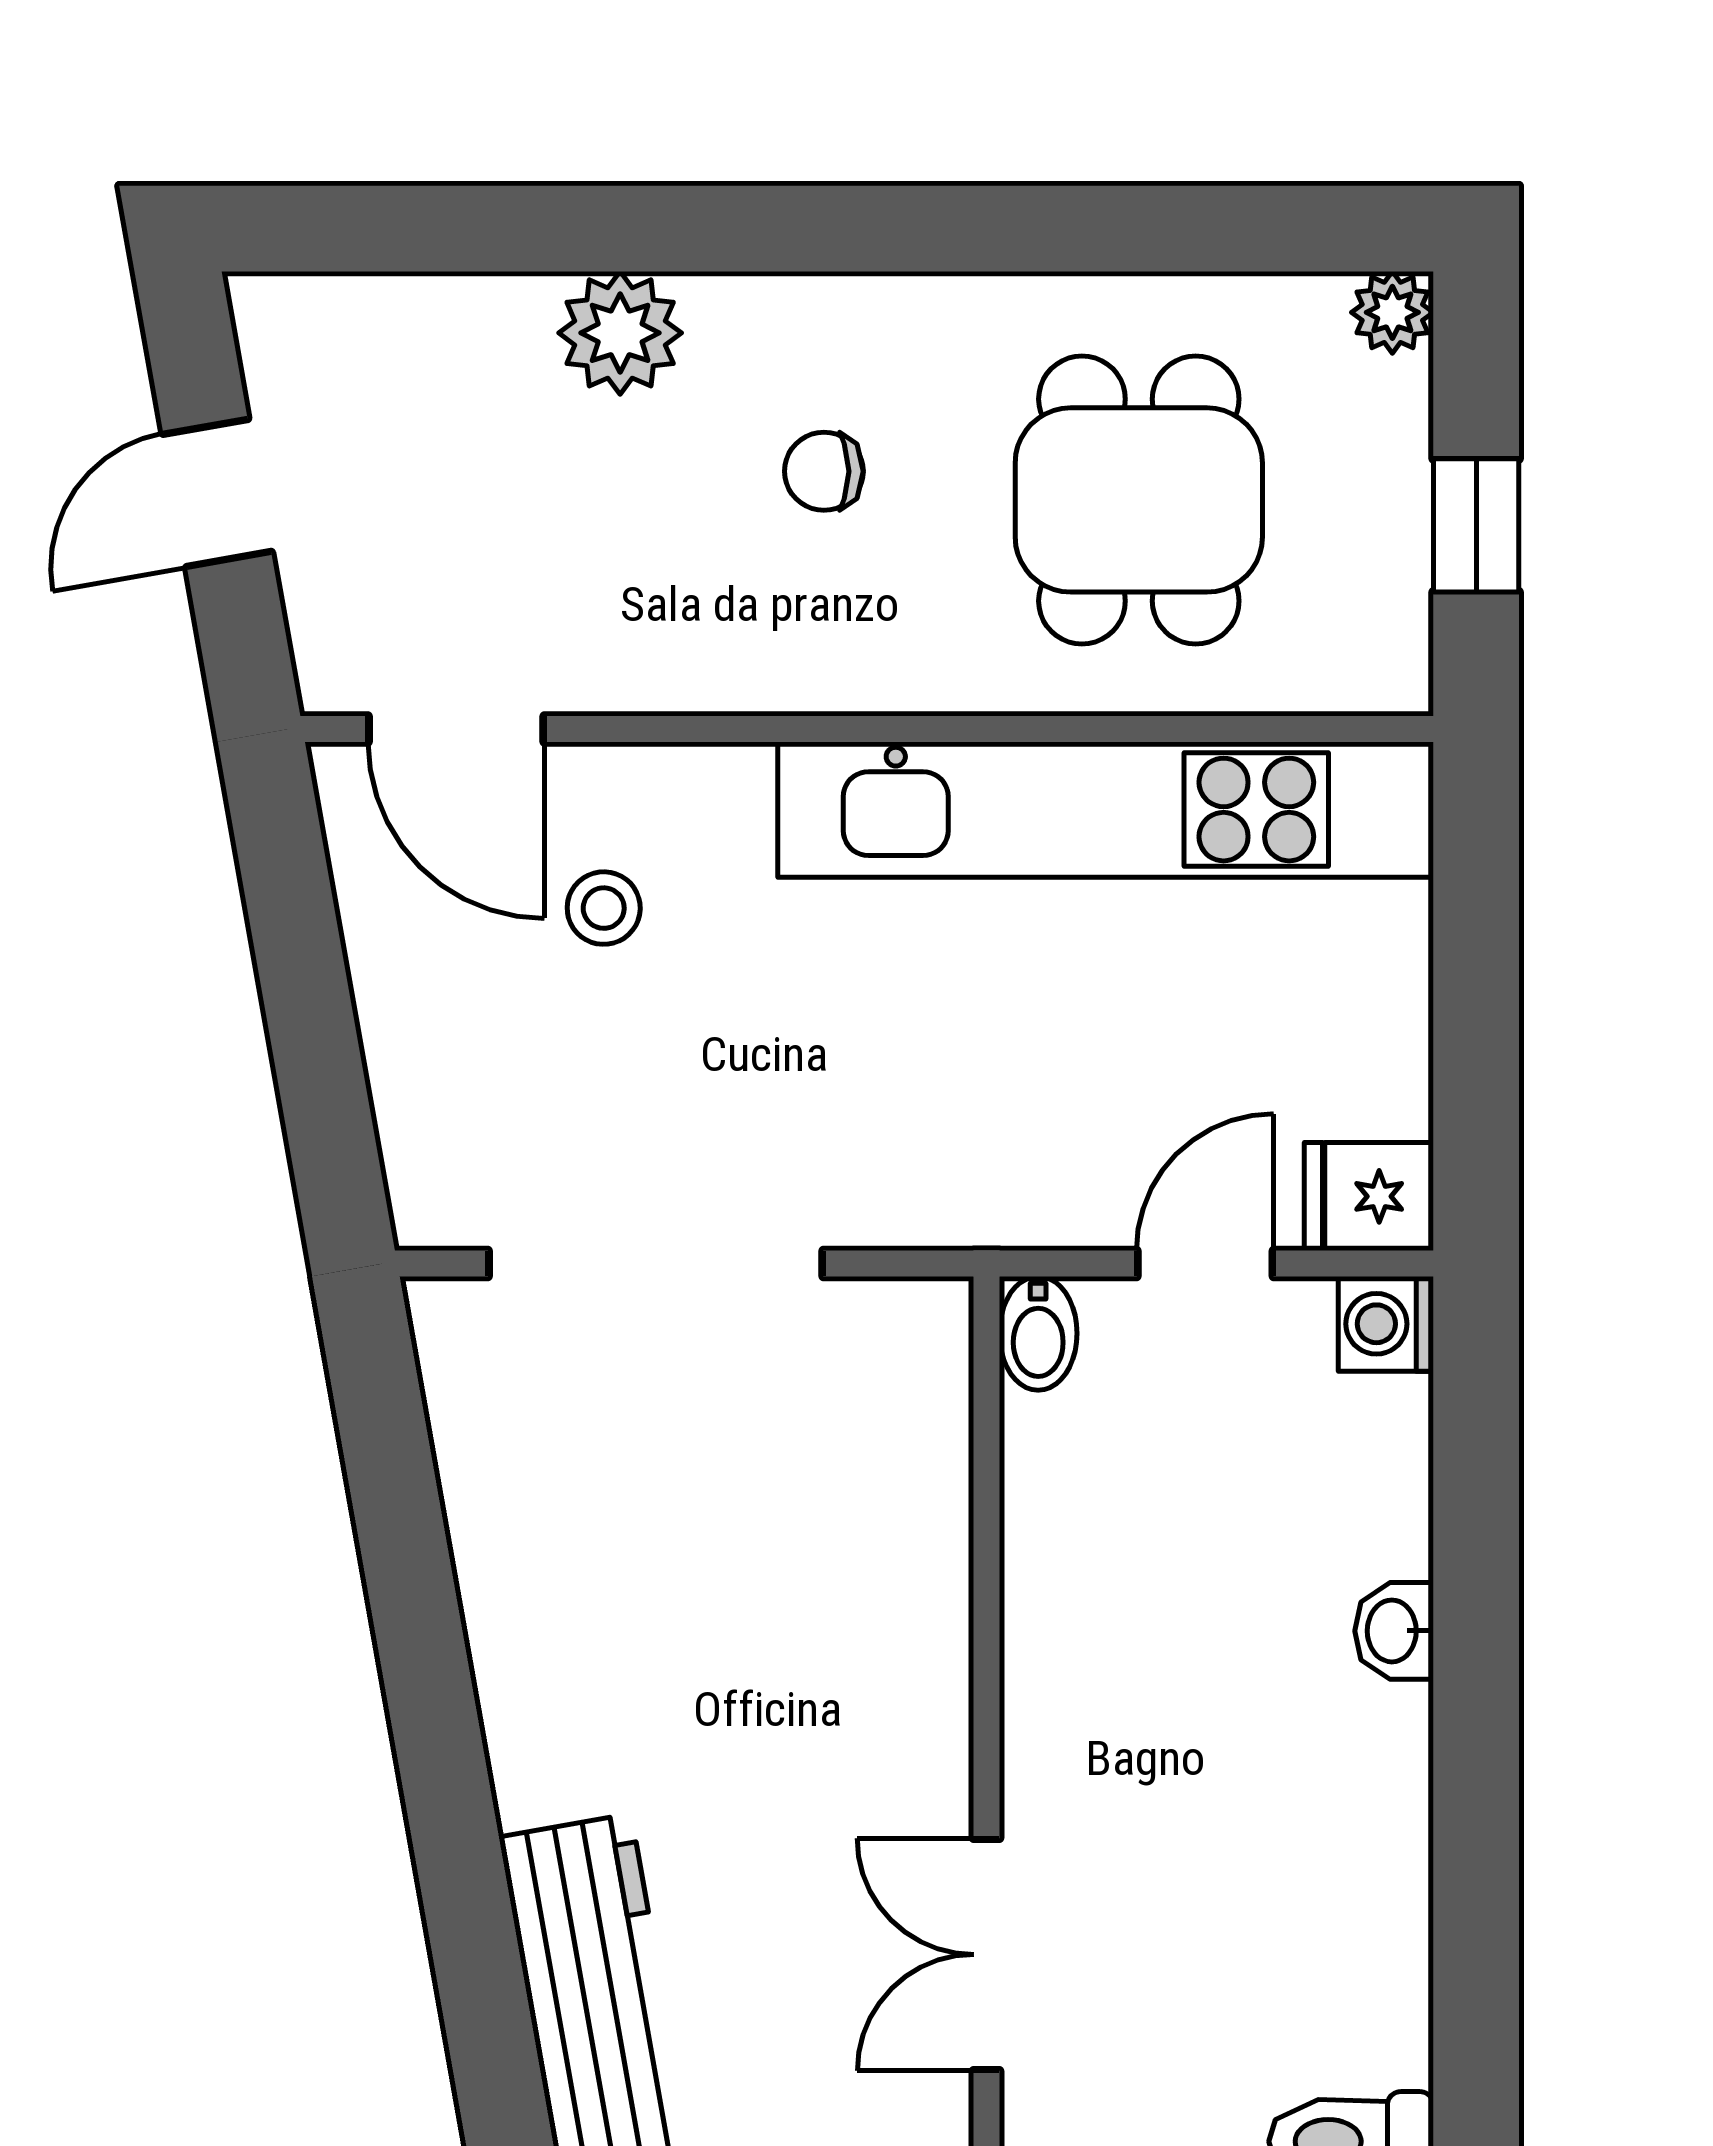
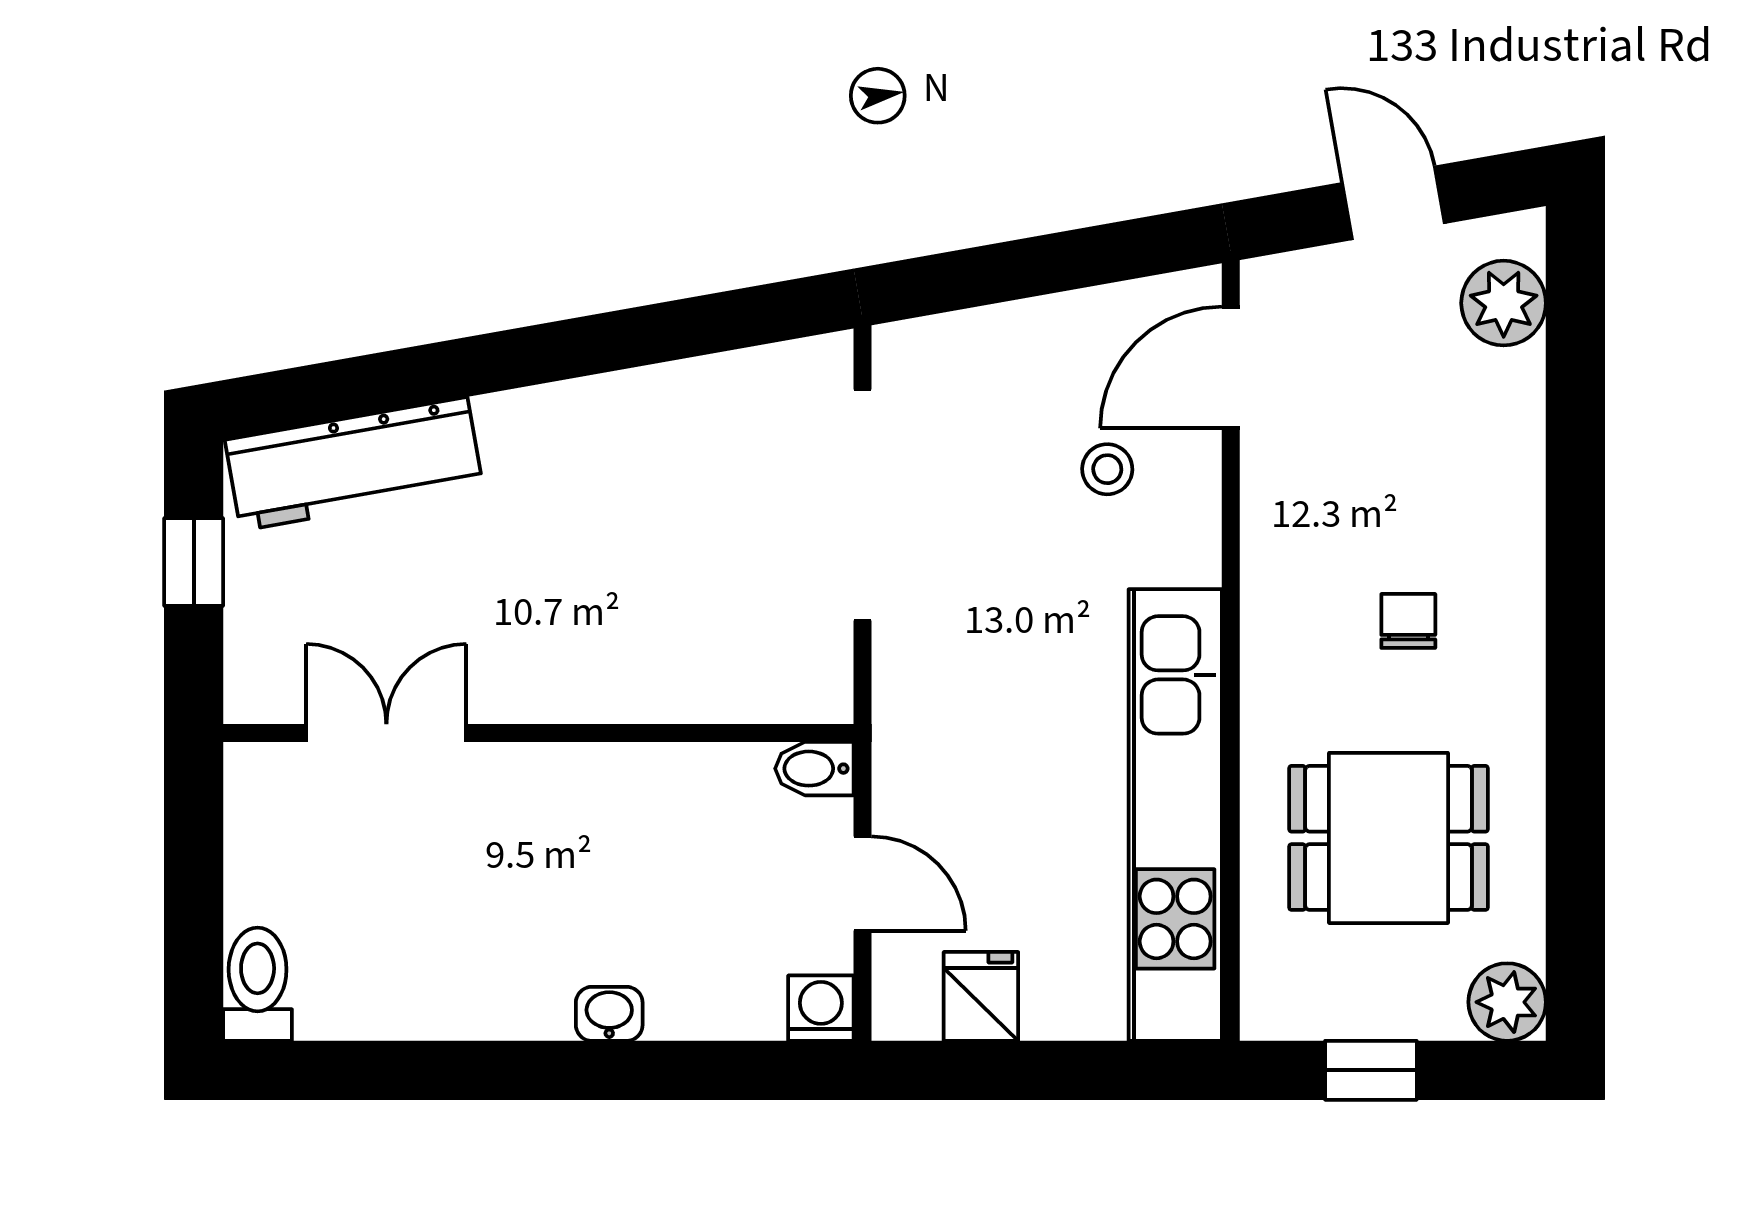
plant: (1392, 312) -> (1507, 1002), width x1.38, depth x1.38
plant: (620, 333) -> (1504, 303), moved
fridge: (1369, 1196) -> (981, 996), moved

